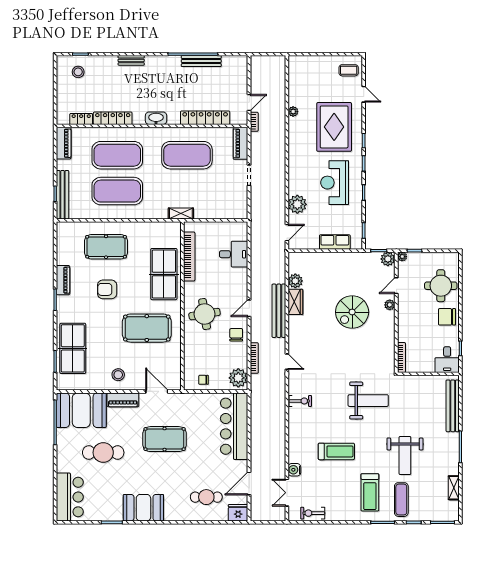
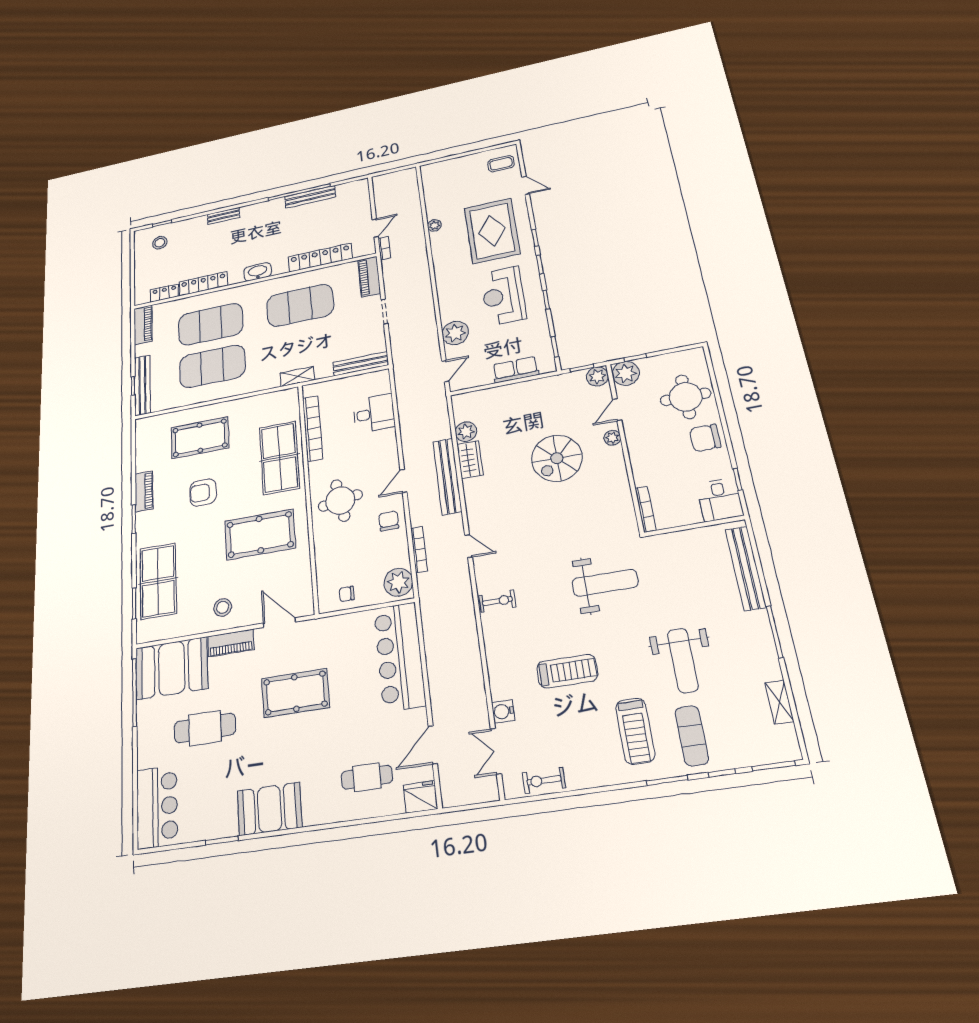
bench: (228, 213) -> (361, 364), added
plant: (402, 257) -> (626, 373), width x1.88, depth x1.88

